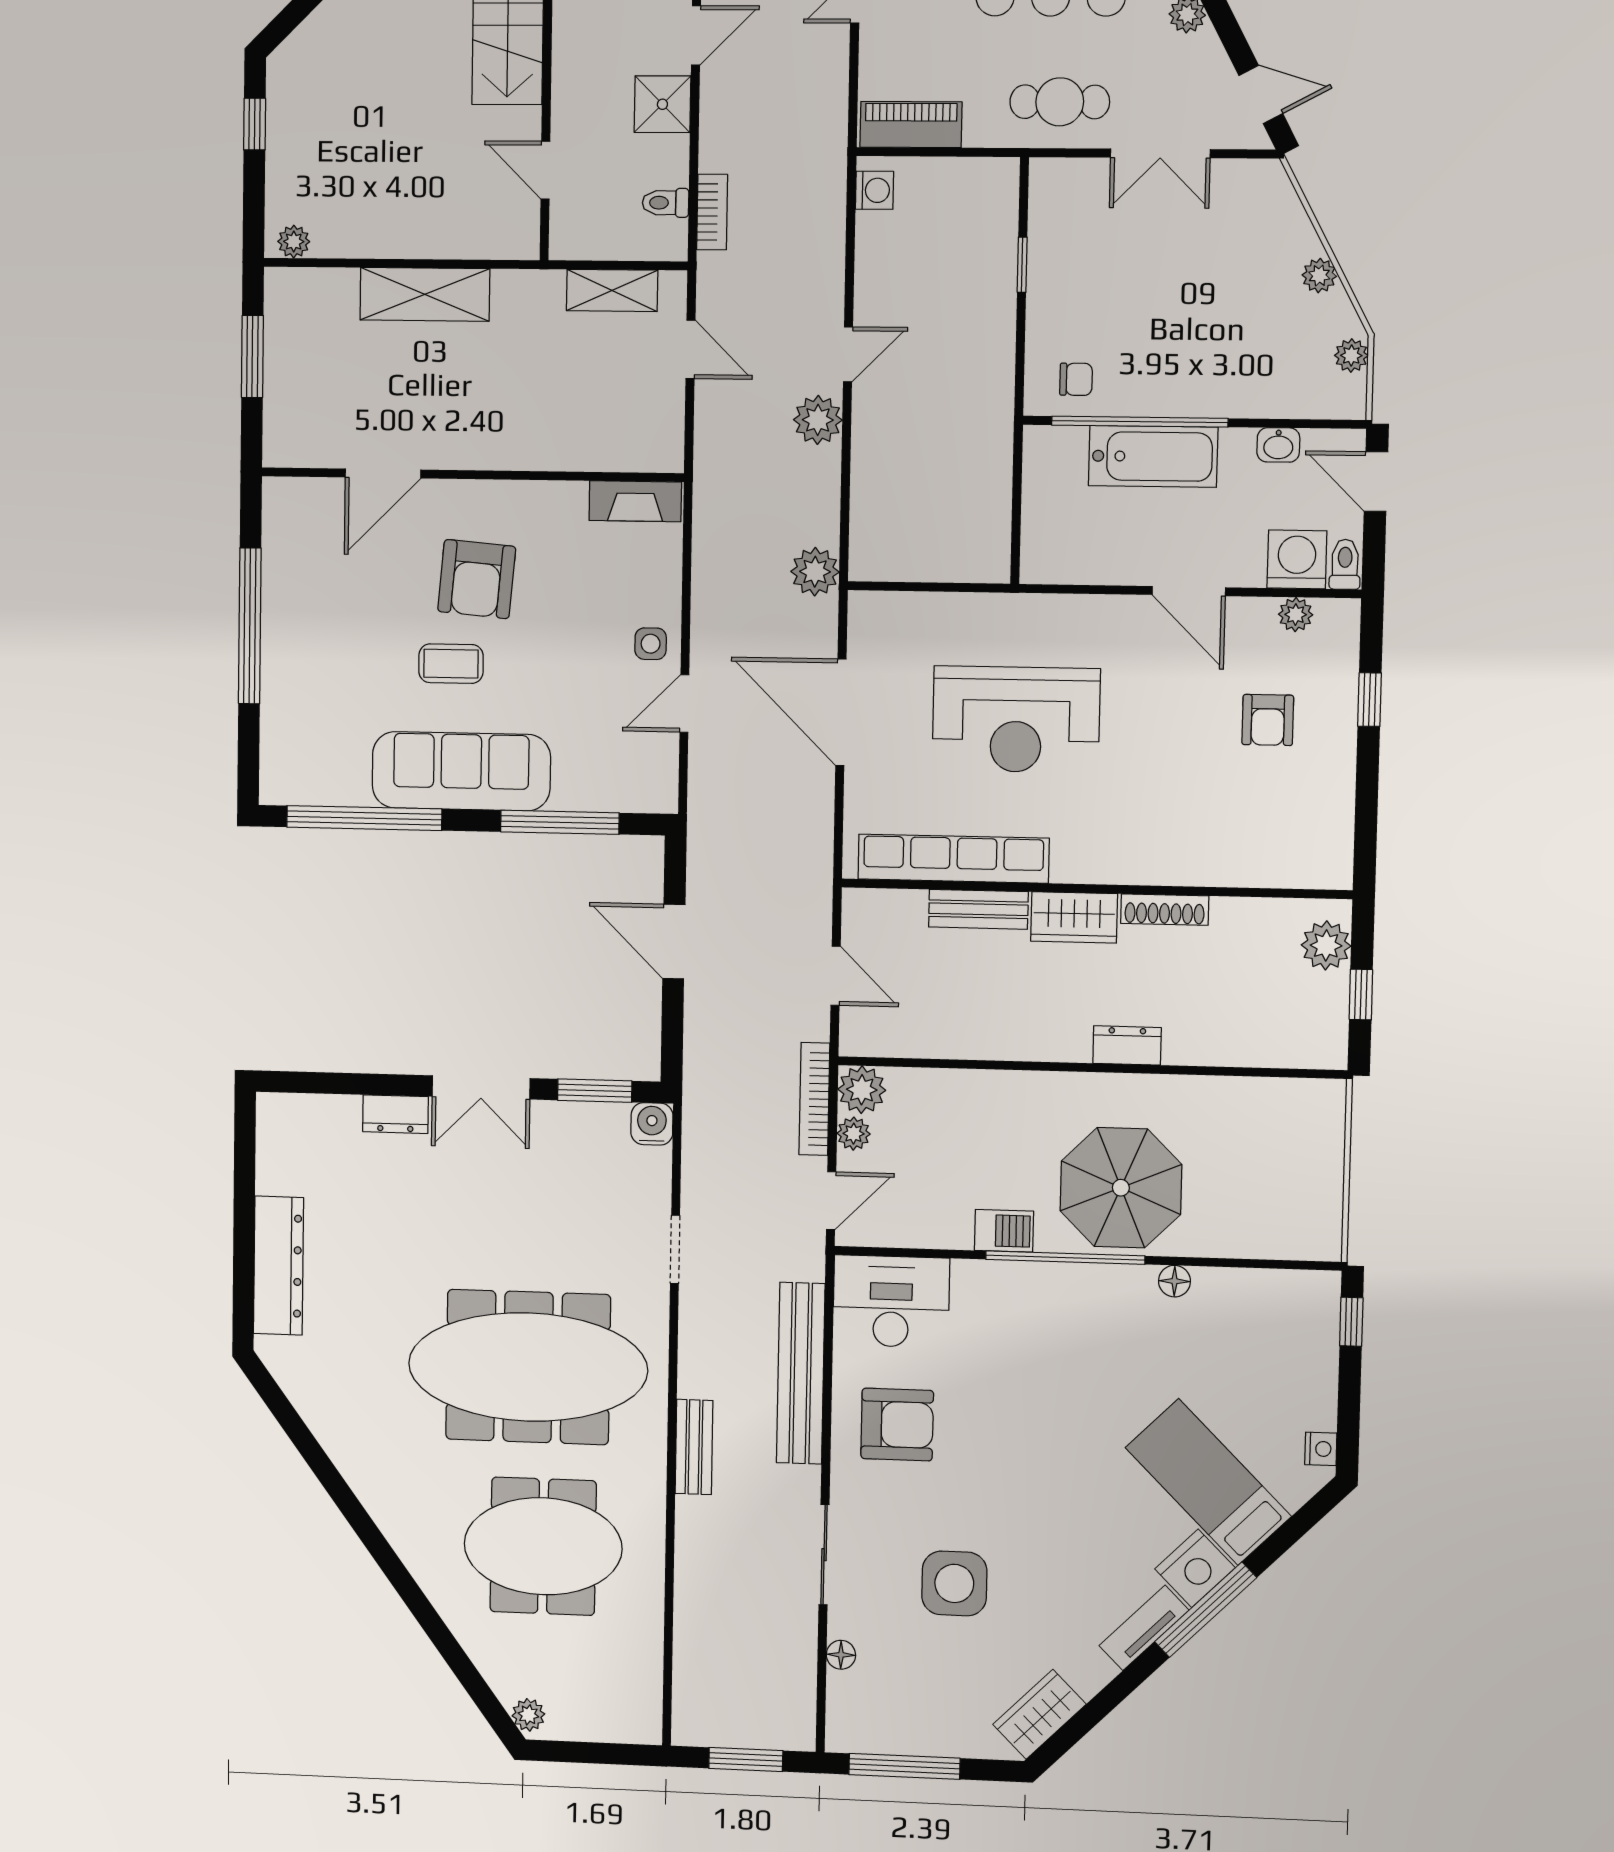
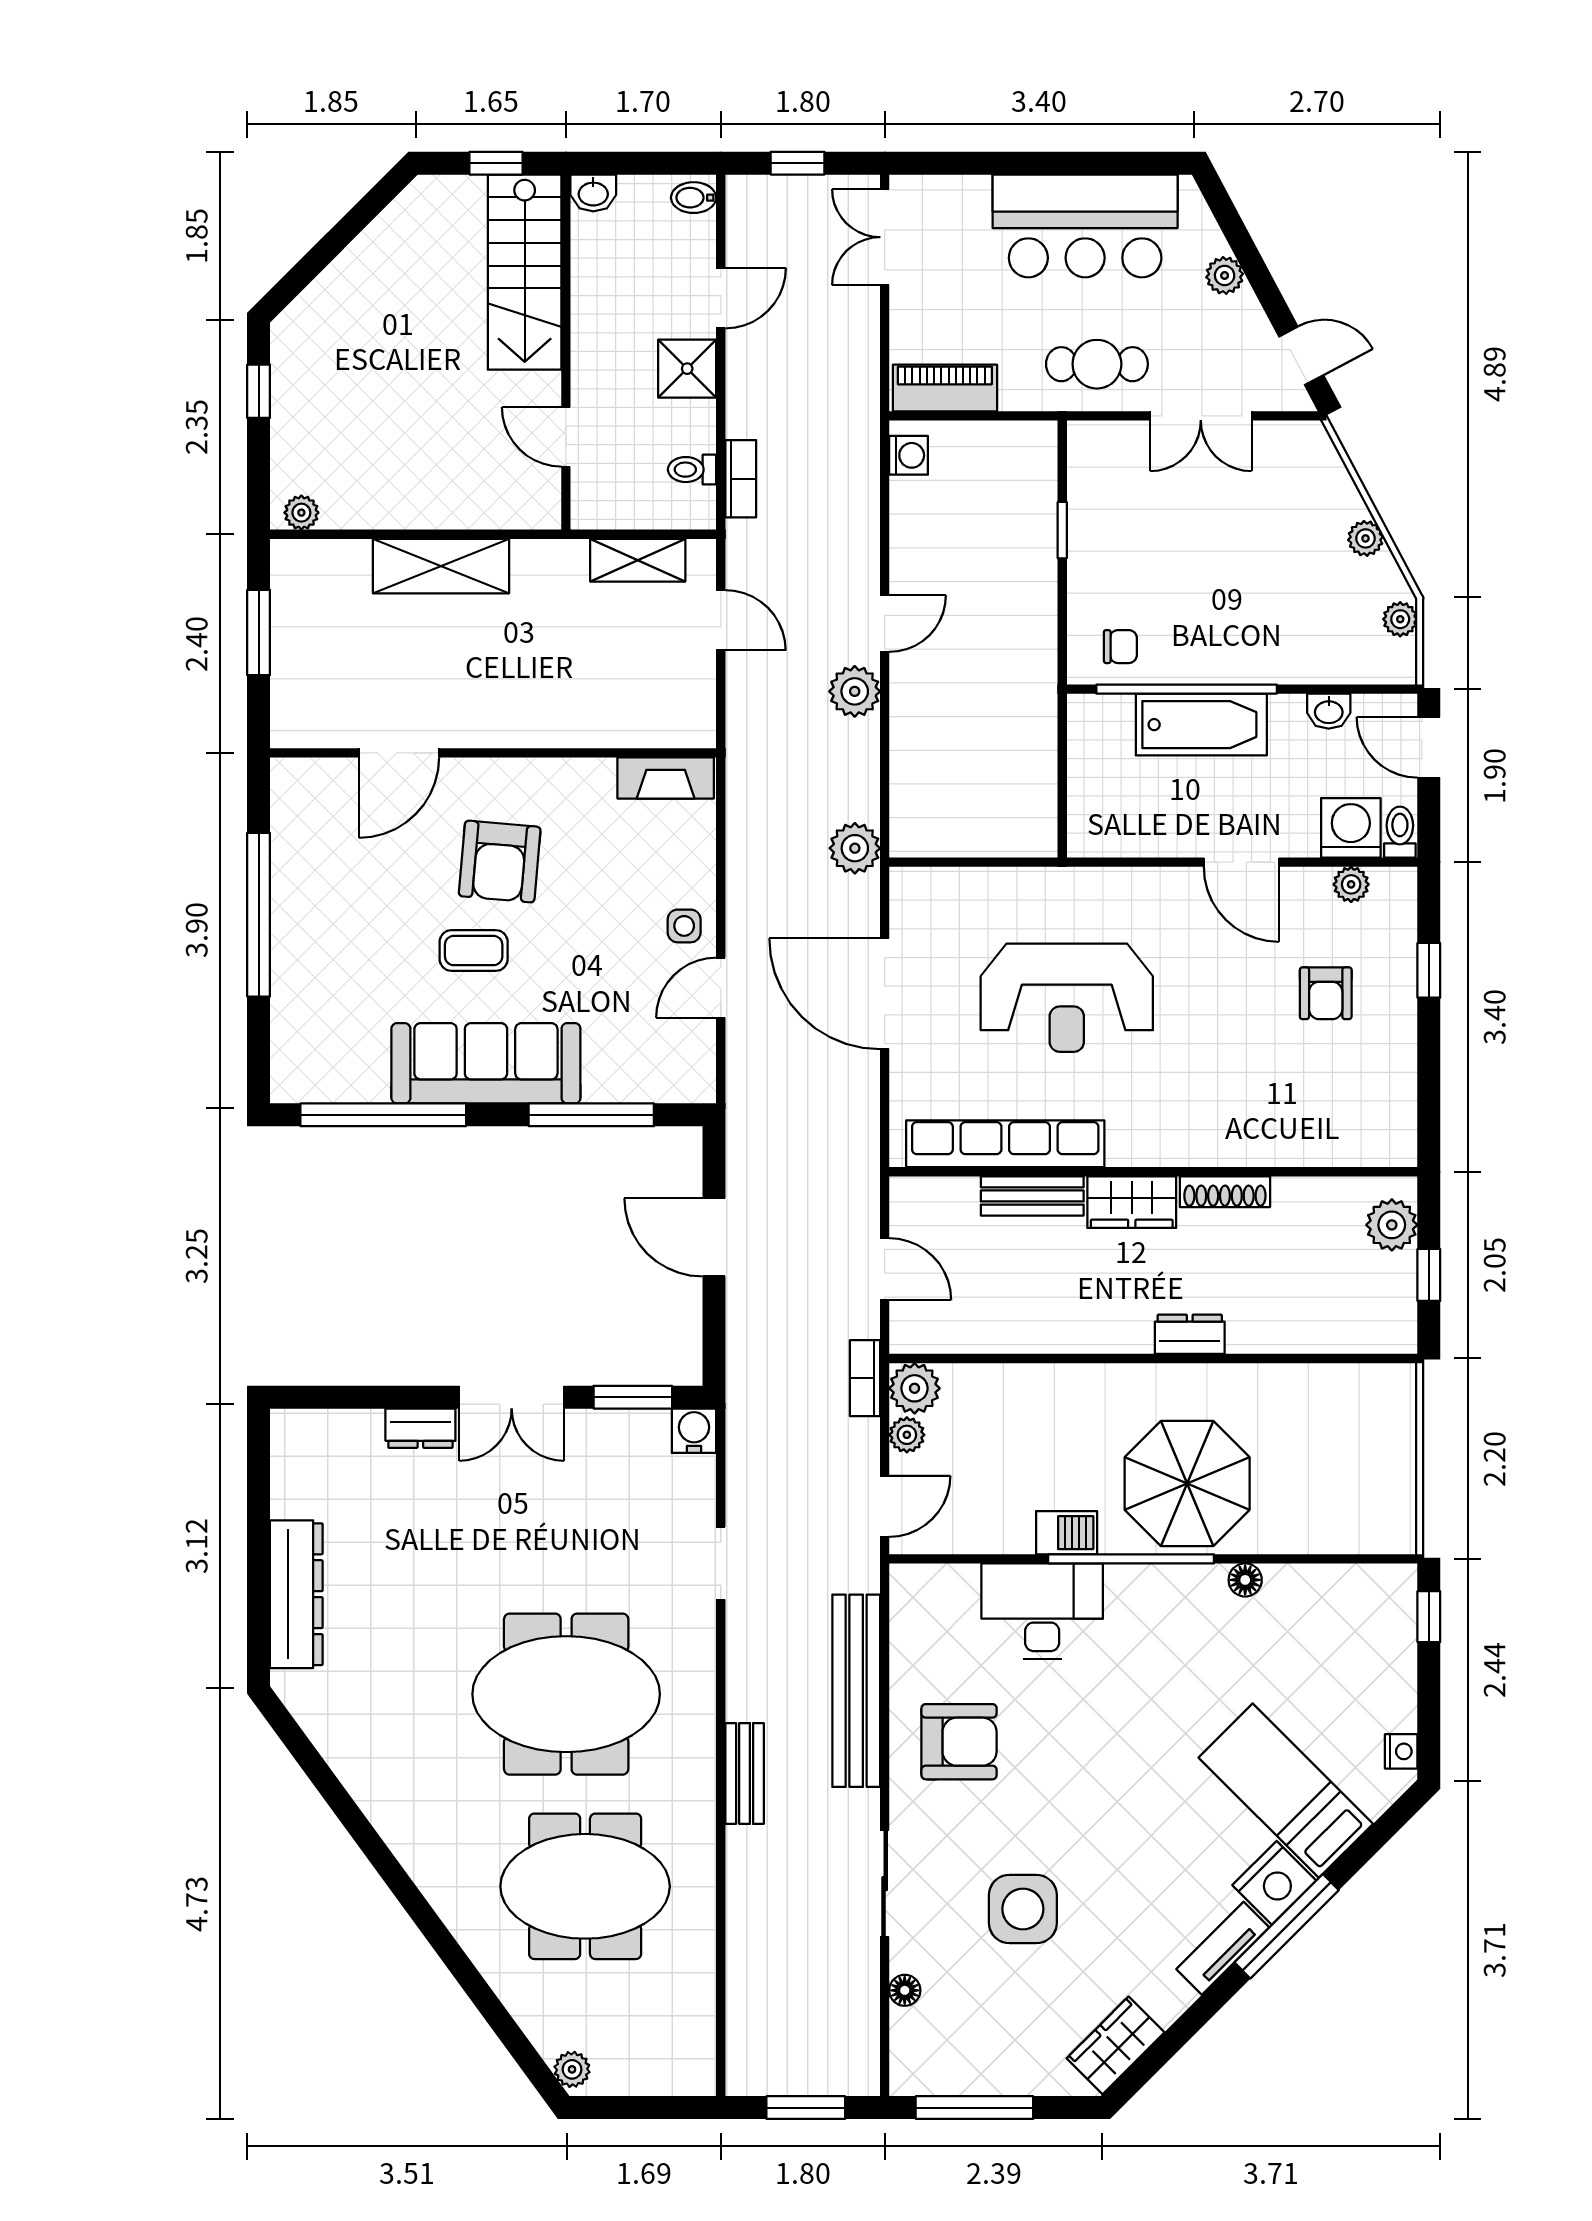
bookcase: (814, 1099) -> (865, 1378), width x0.64
desk: (891, 1301) -> (1042, 1611), moved
meeting table: (528, 1367) -> (566, 1694), width x0.73

